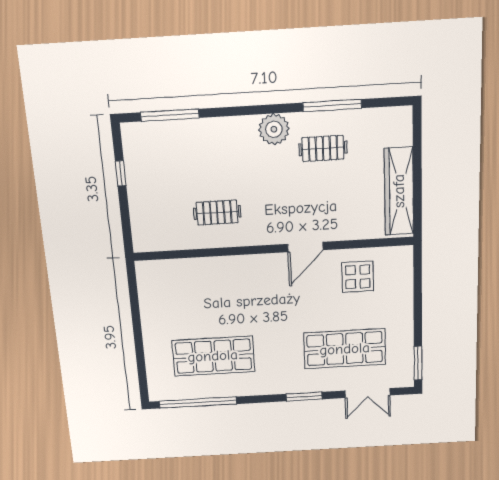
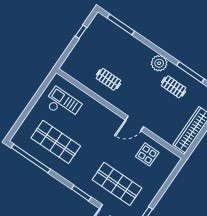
checkout: (181, 298) -> (63, 104), added

